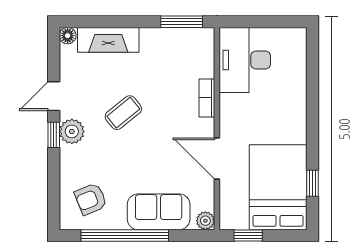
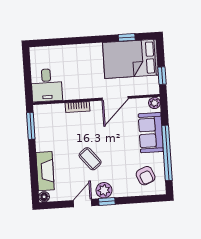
desk: (245, 60) -> (47, 85), width x0.73
door: (54, 96) -> (83, 203), swing flipped

